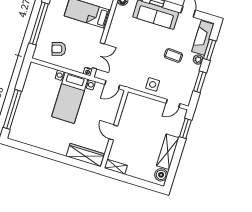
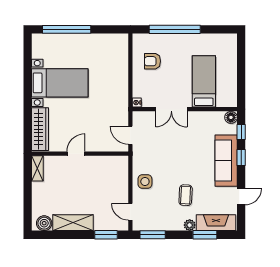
armchair: (59, 49) -> (152, 61), turned -74
double door: (98, 56) -> (171, 109), moved
window: (200, 82) -> (153, 235), moved
bed with nightstands: (70, 98) -> (60, 83), moved, turned 180

